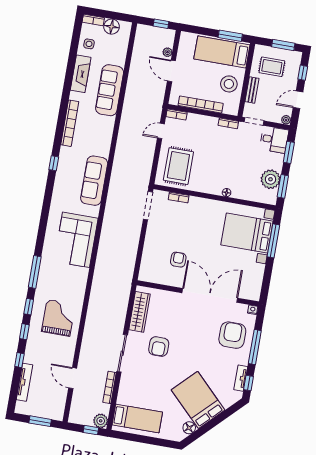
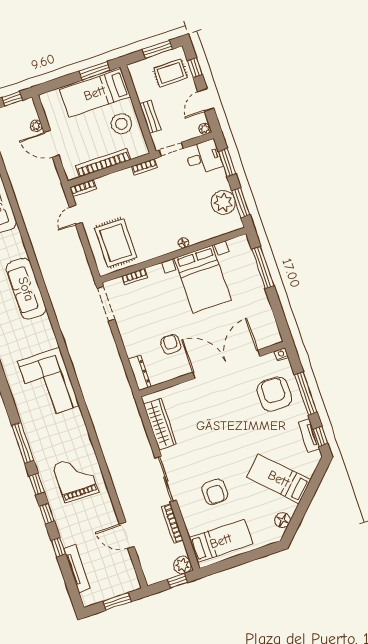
rug: (272, 67) -> (170, 73), moved
sofa: (94, 181) -> (26, 289), moved
bed with nightstands: (247, 233) -> (203, 279), moved, turned -90
dresser: (145, 268) -> (140, 373), added
armchair: (159, 347) -> (215, 492), moved
bed: (198, 400) -> (279, 479), width x0.67

